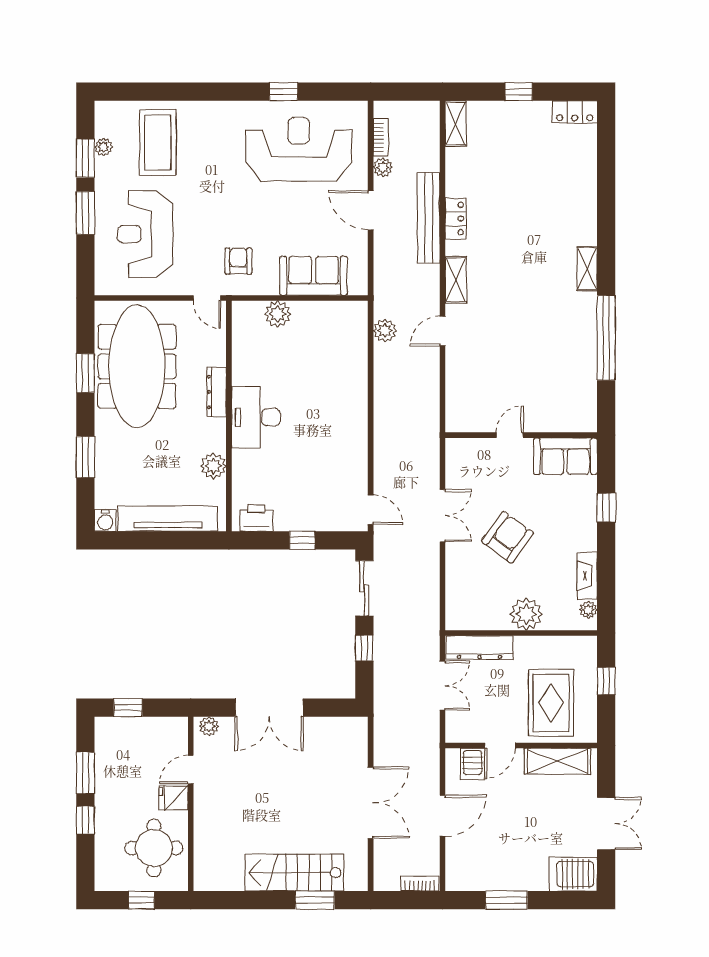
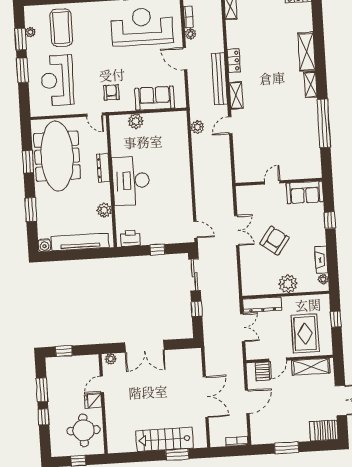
shelving: (584, 211) -> (307, 52), added
bench: (429, 218) -> (219, 79), moved
desk: (256, 417) -> (131, 181), width x1.36, depth x1.30

